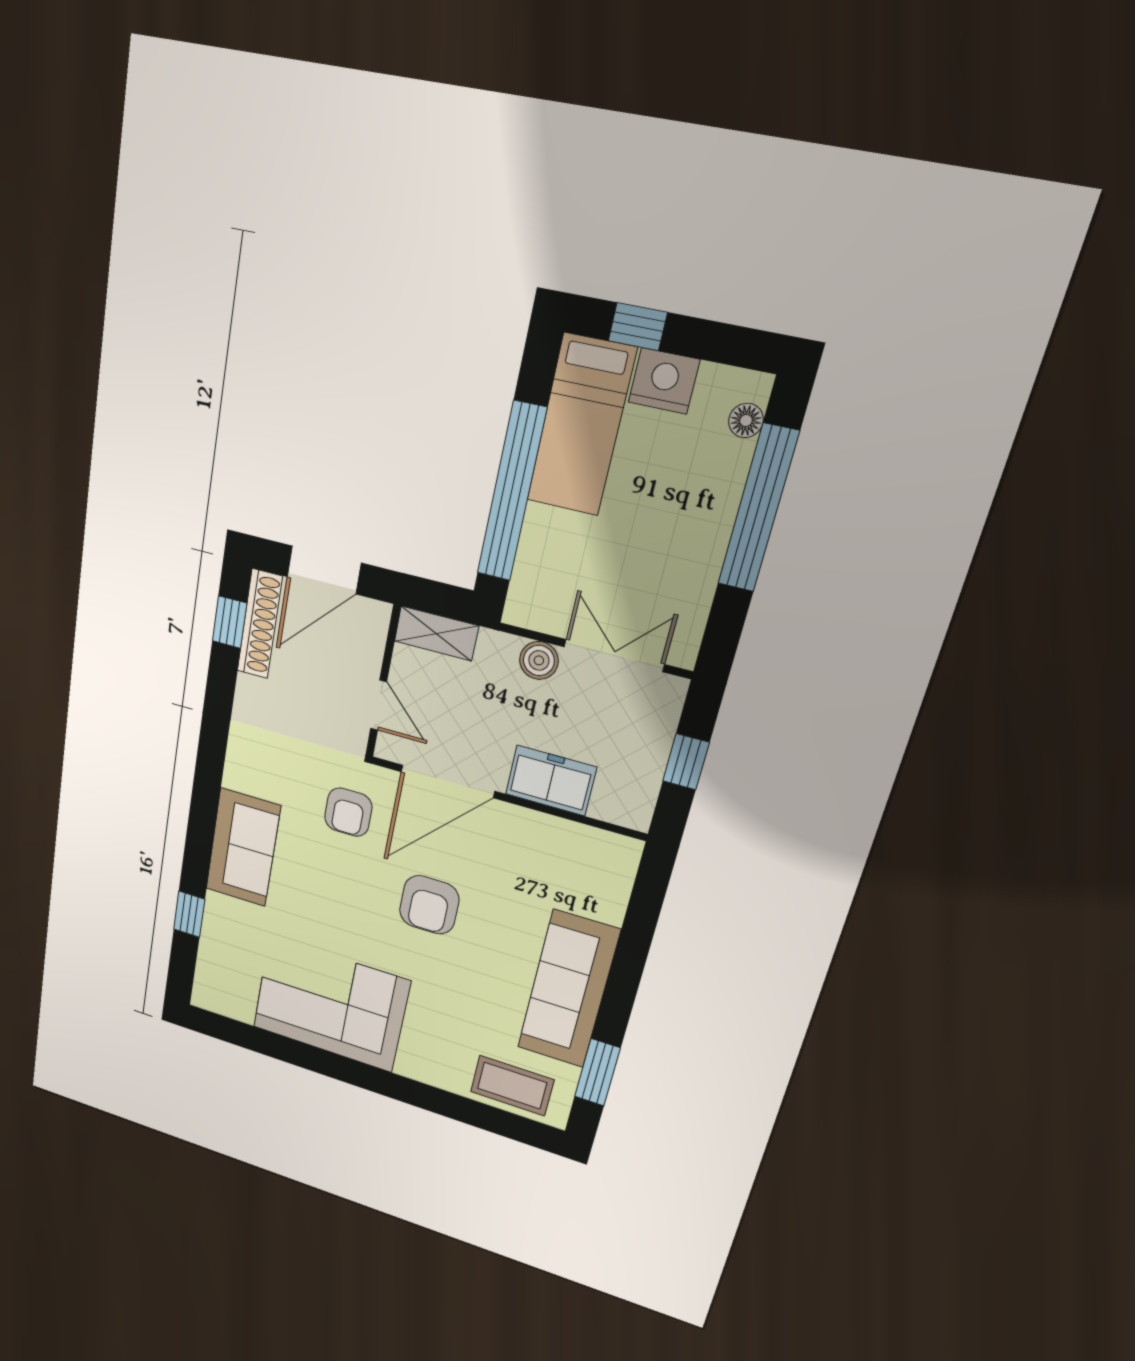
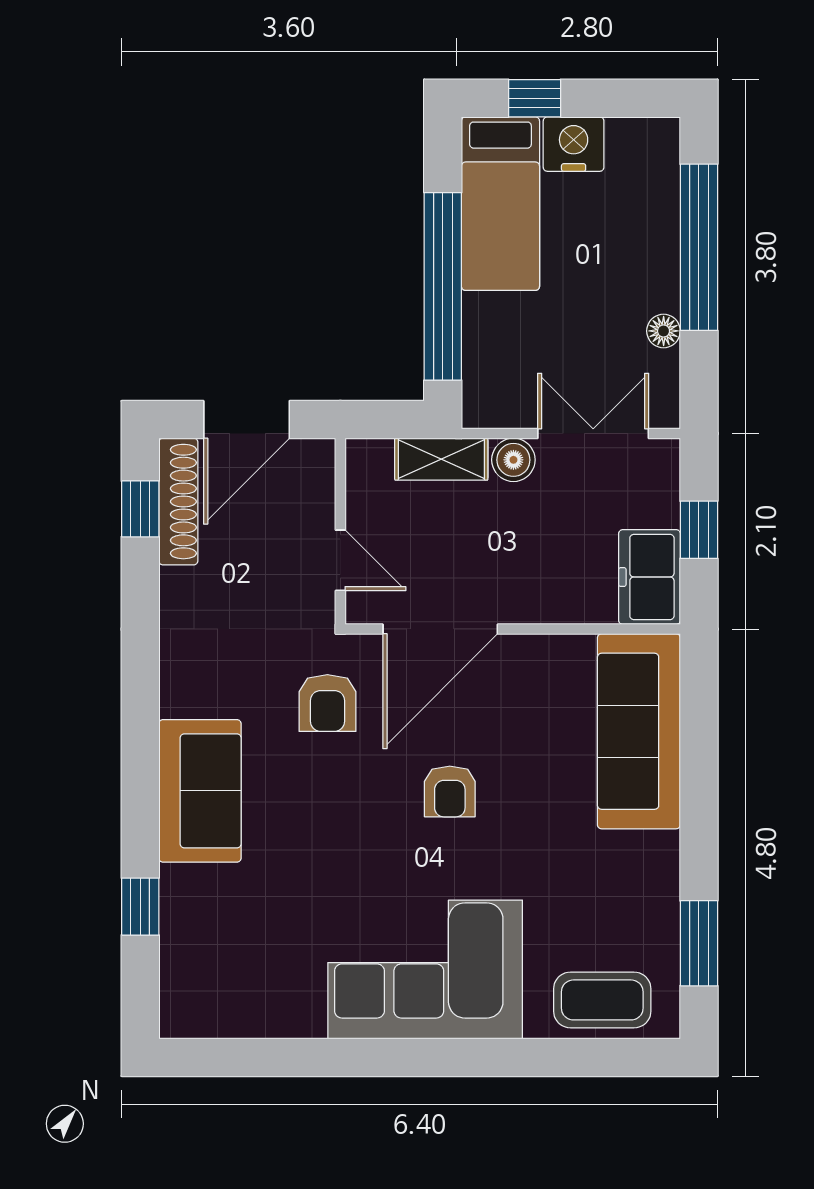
floor lamp: (746, 420) -> (664, 331), moved
shelving: (436, 633) -> (441, 459), moved
freezer: (551, 781) -> (649, 577), moved, turned -90
armchair: (429, 905) -> (450, 791), width x0.72, depth x0.72
sofa: (568, 989) -> (639, 731), moved
corner sofa: (330, 1004) -> (425, 969), moved

